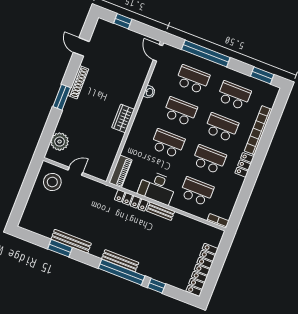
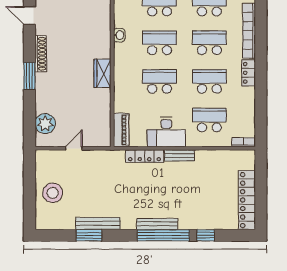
stool: (52, 182) -> (53, 193), moved

